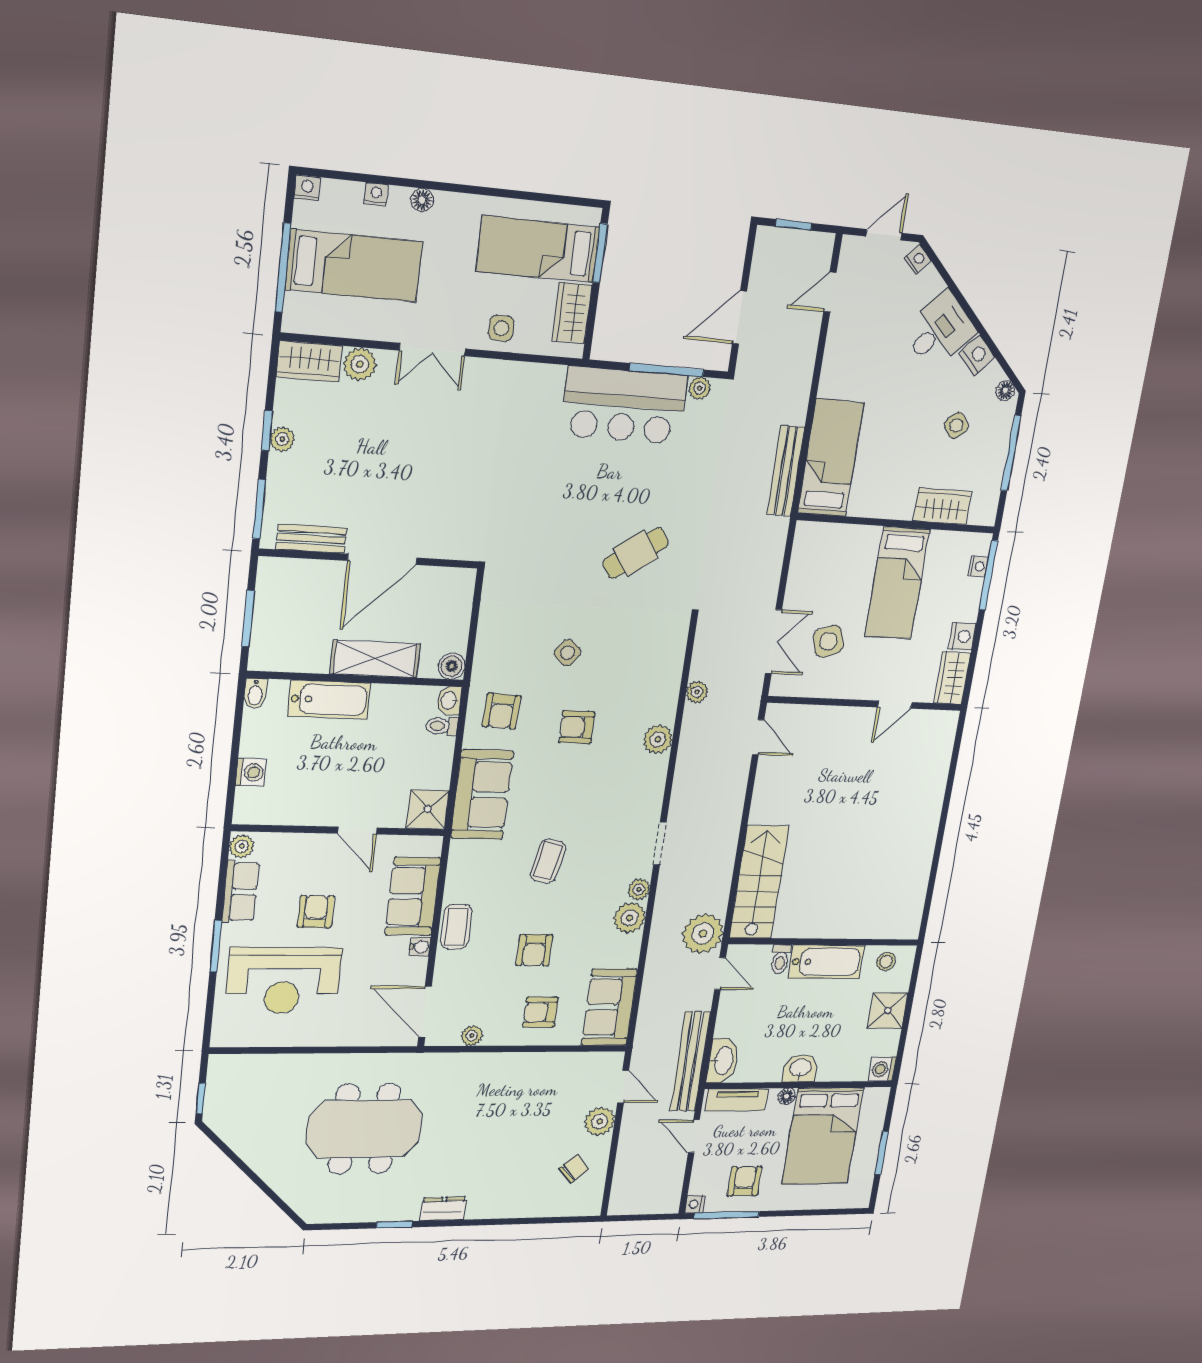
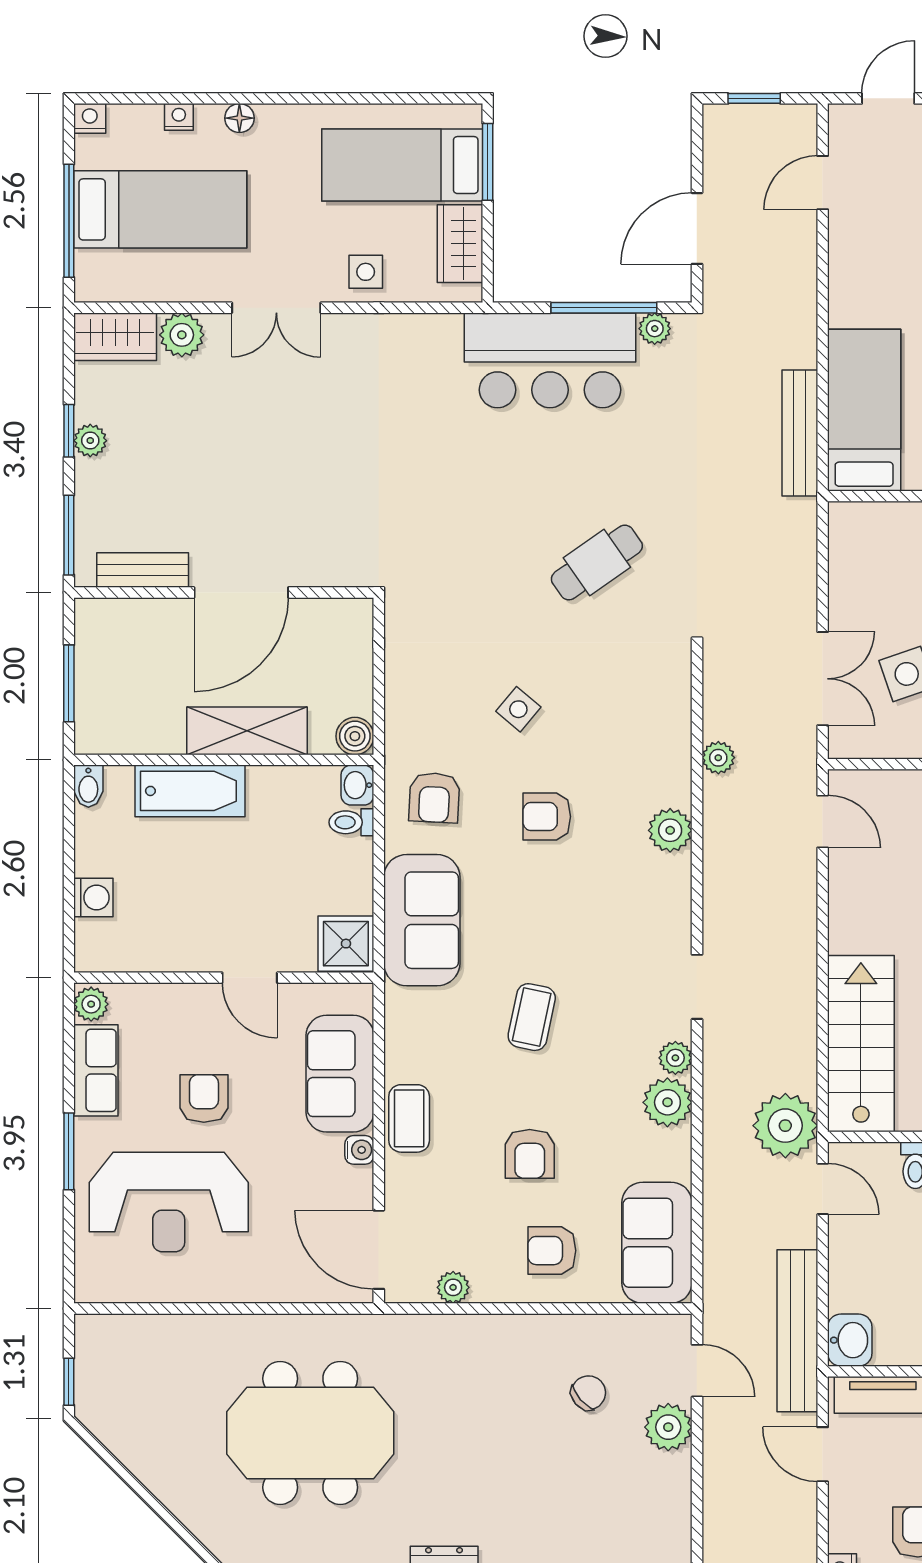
washbasin: (723, 1061) -> (850, 1340), width x0.72
chair: (574, 1169) -> (588, 1393), moved

